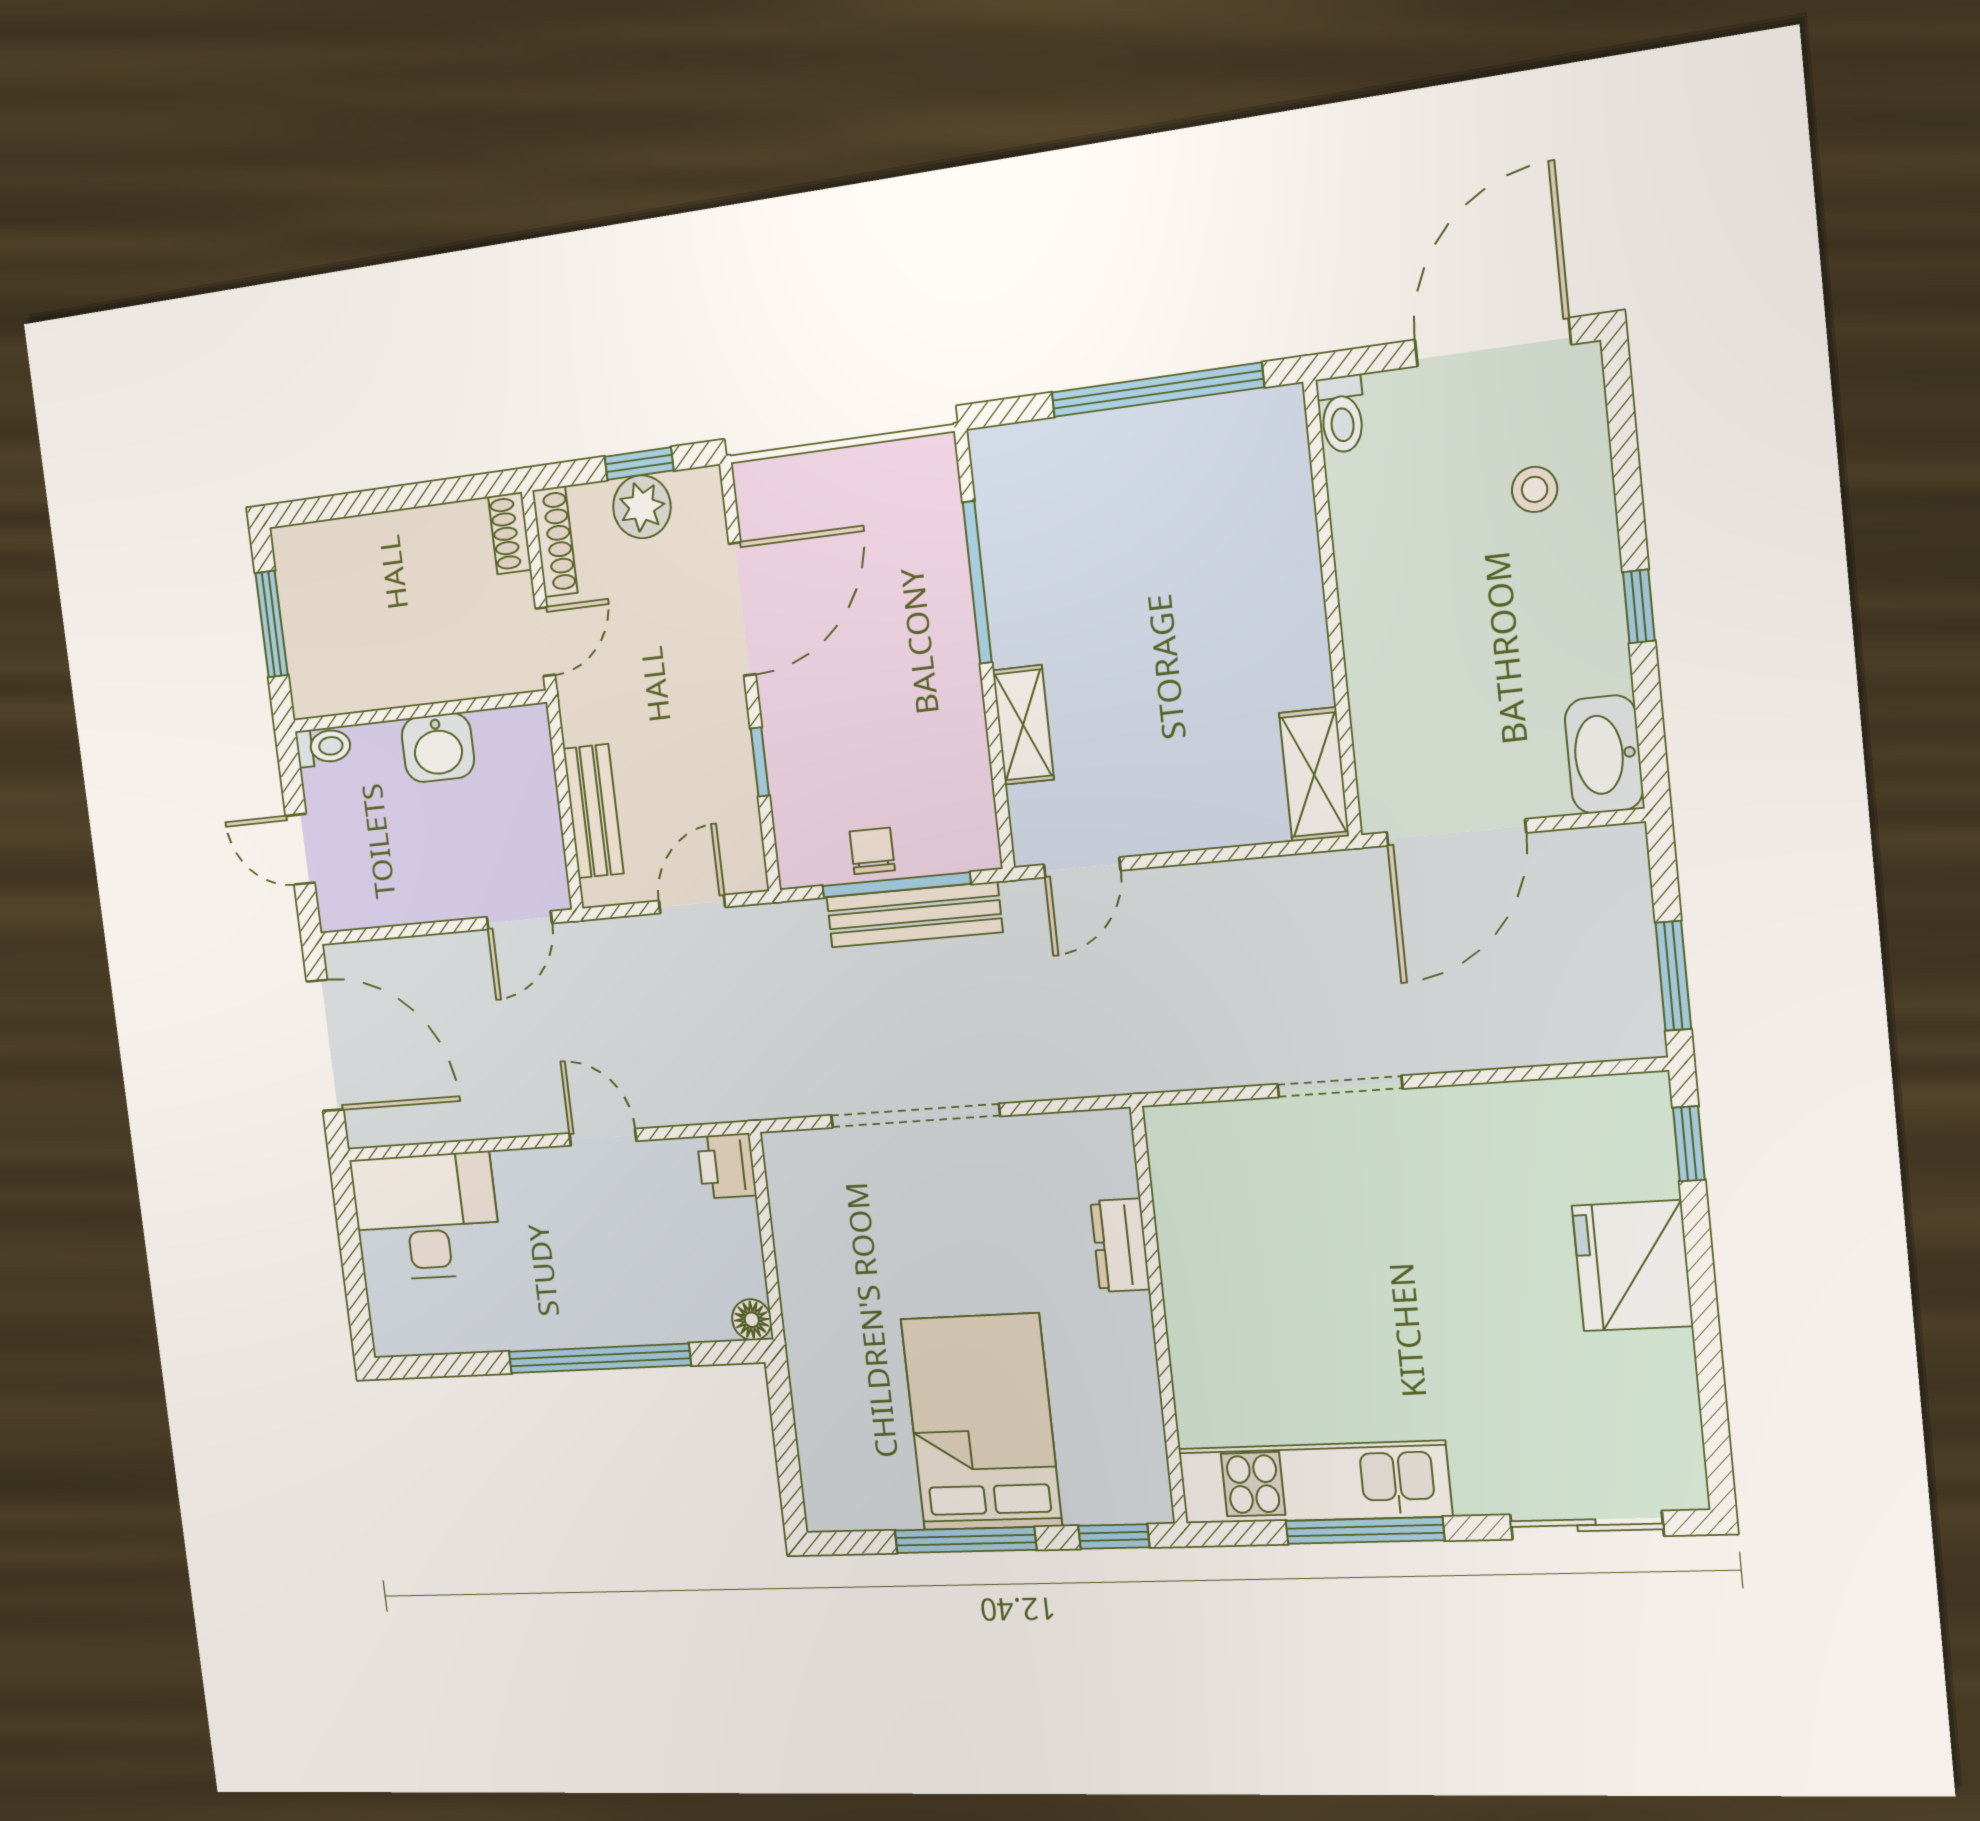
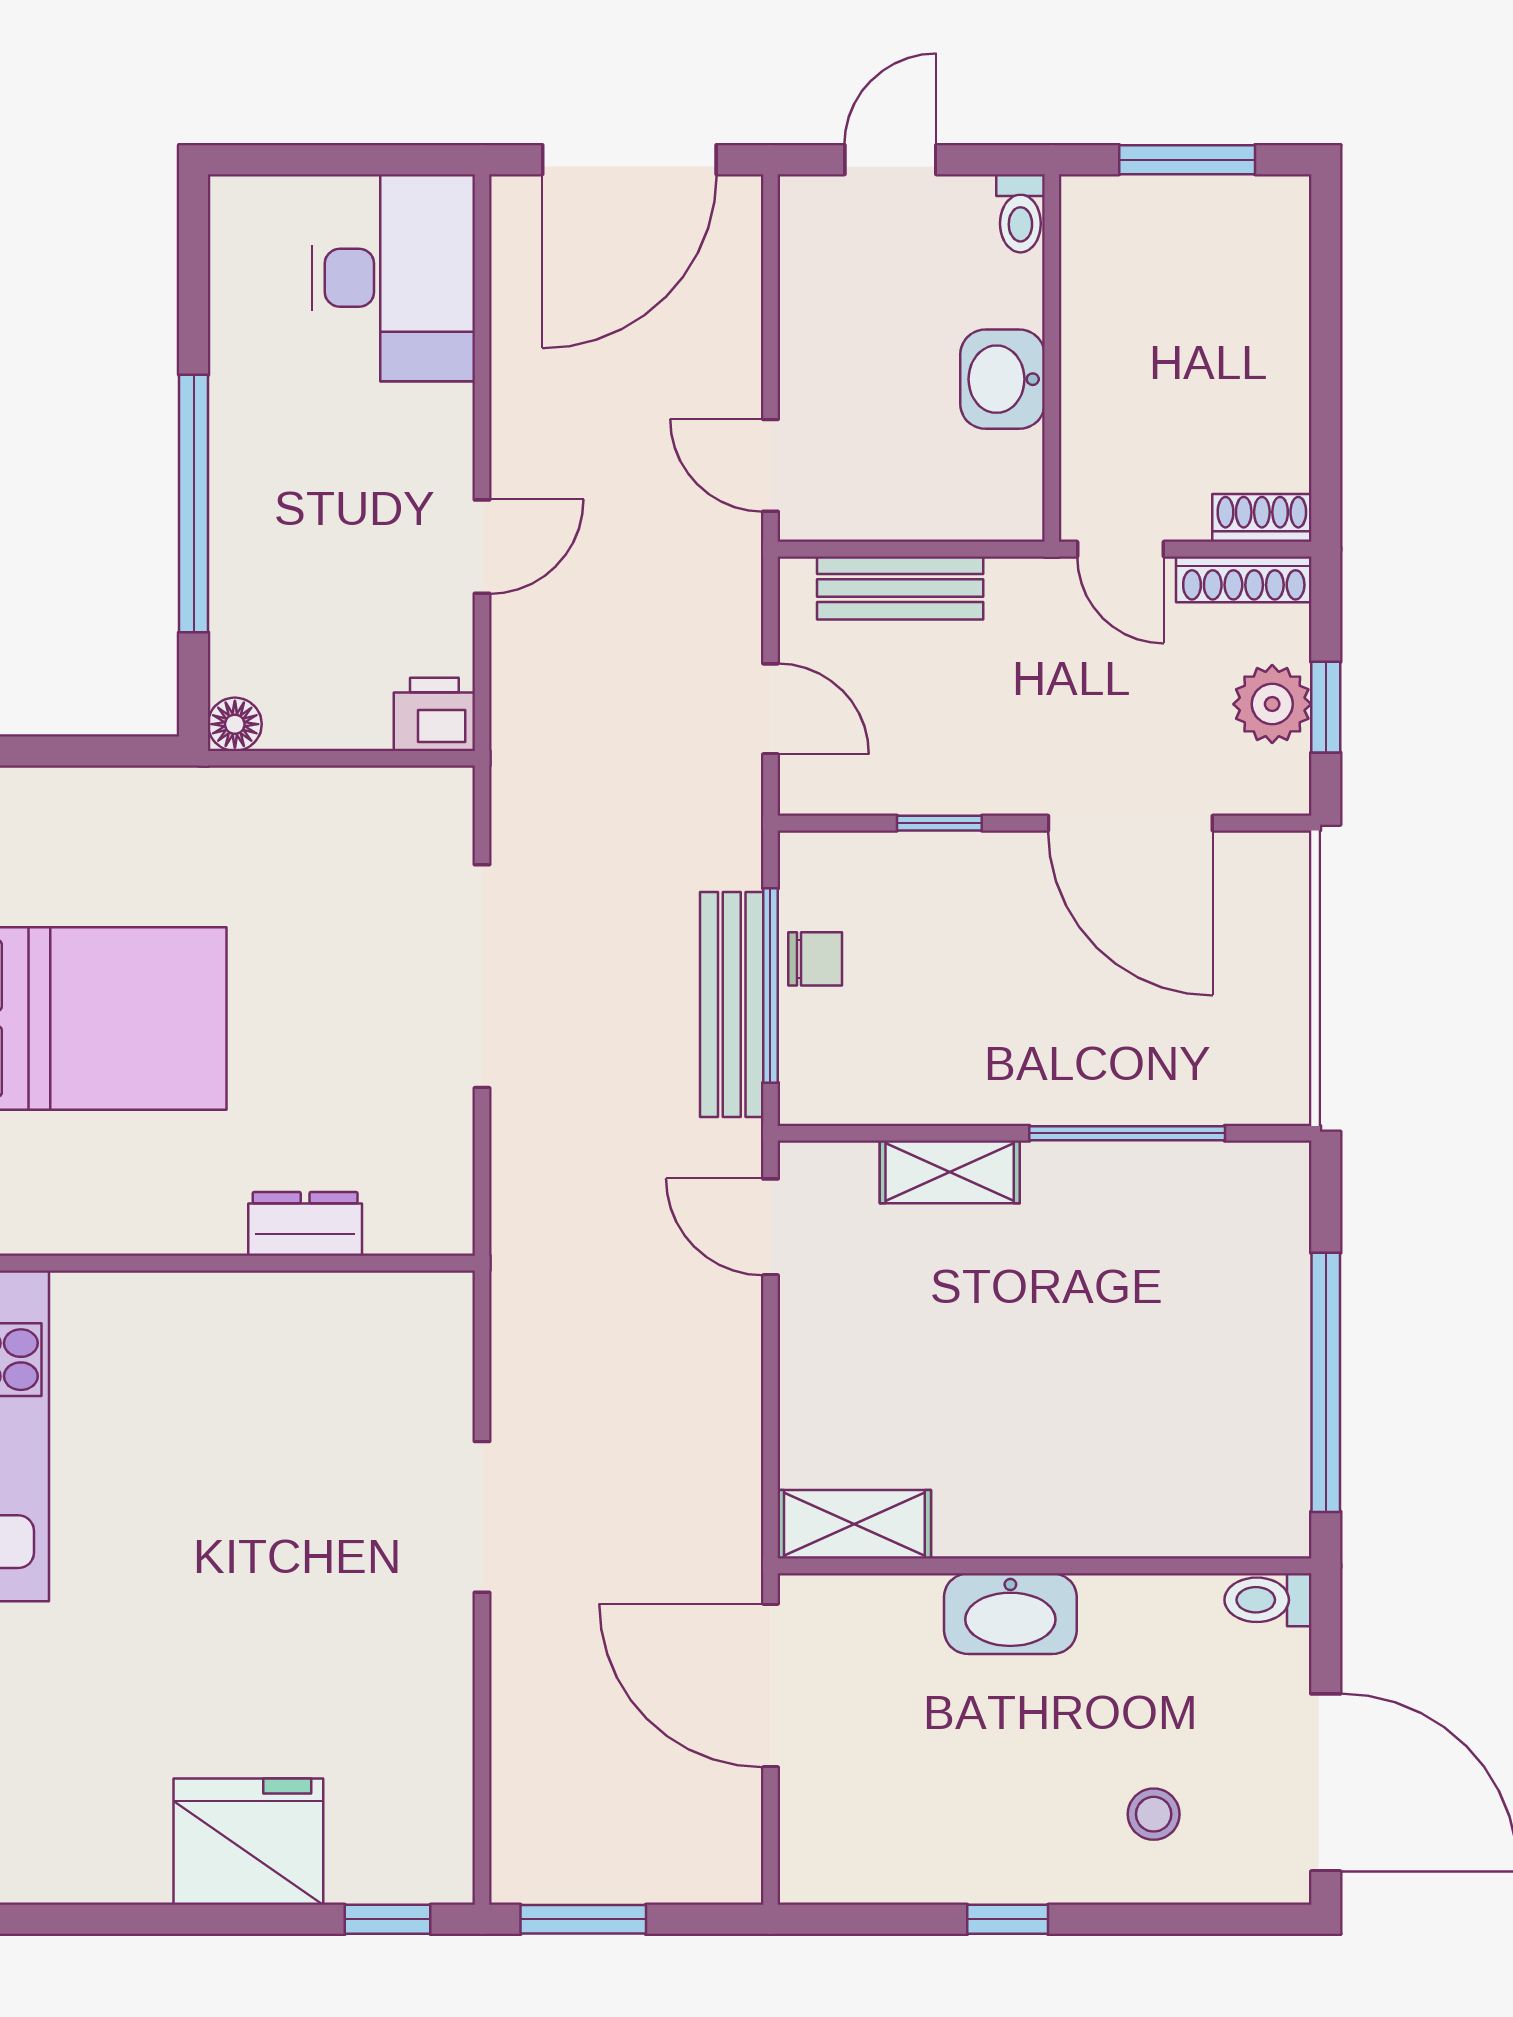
washbasin: (1604, 754) -> (1010, 1614), moved, turned 180

